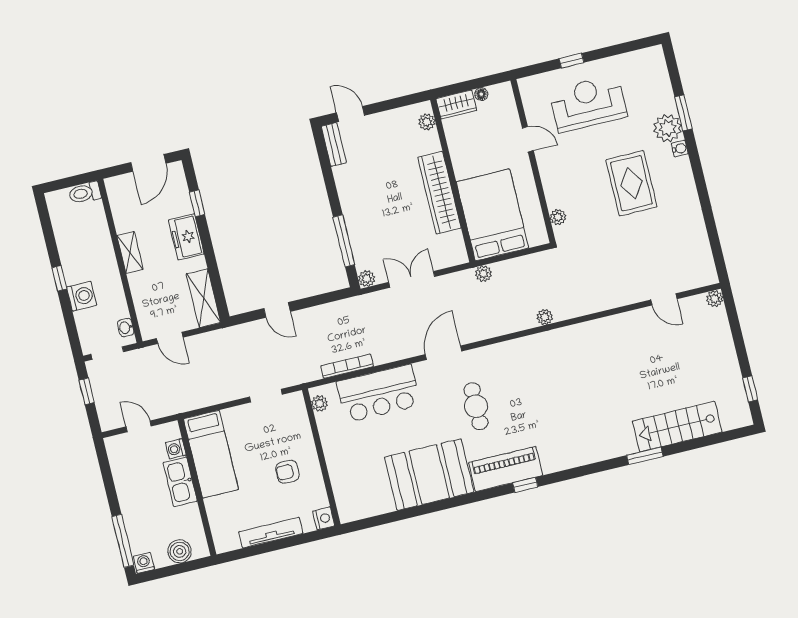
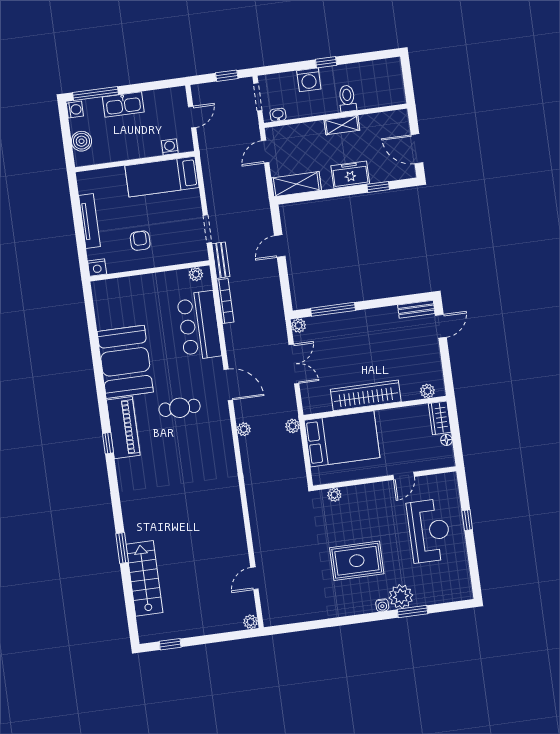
toilet: (85, 193) -> (347, 98), moved
plant: (545, 317) -> (244, 429), moved
bench: (300, 376) -> (221, 260), added
kitchen sink: (180, 482) -> (123, 104), moved, turned 180

